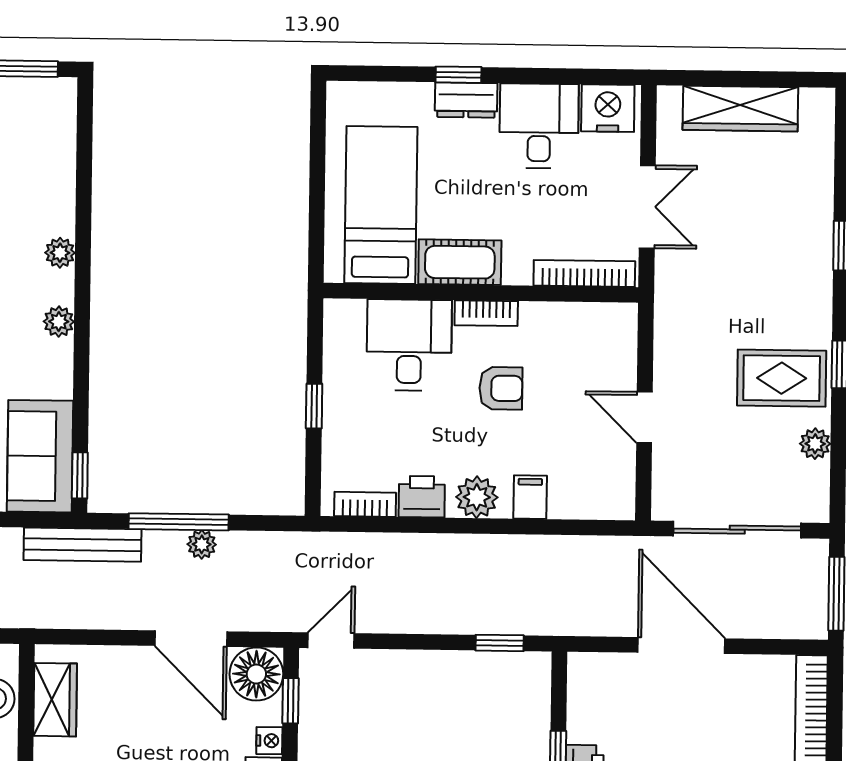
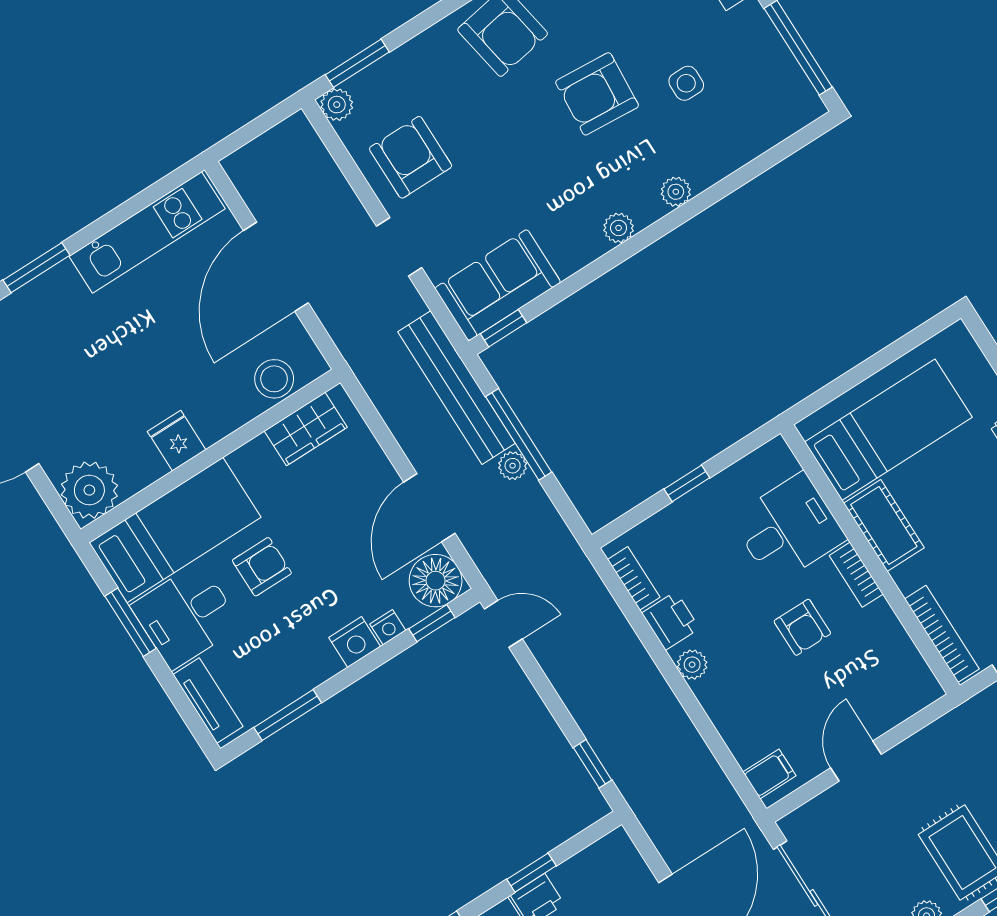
plant: (477, 497) -> (692, 665), width x0.73, depth x0.73
filing cabinet: (530, 497) -> (769, 774), moved
bench: (83, 545) -> (456, 388), width x1.37, depth x1.21

